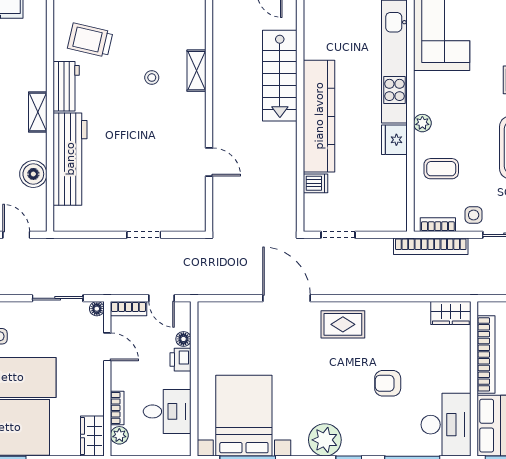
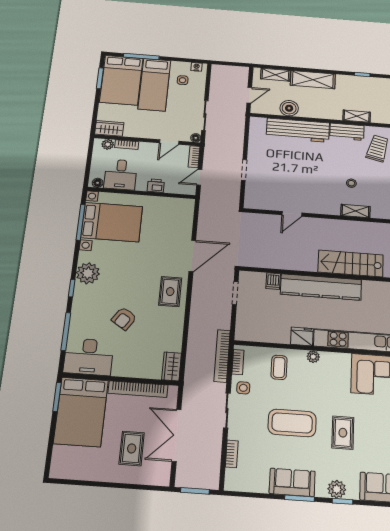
shelving: (38, 112) -> (357, 116), moved
floor lamp: (183, 339) -> (98, 183), moved
armchair: (388, 383) -> (124, 319), turned -147

